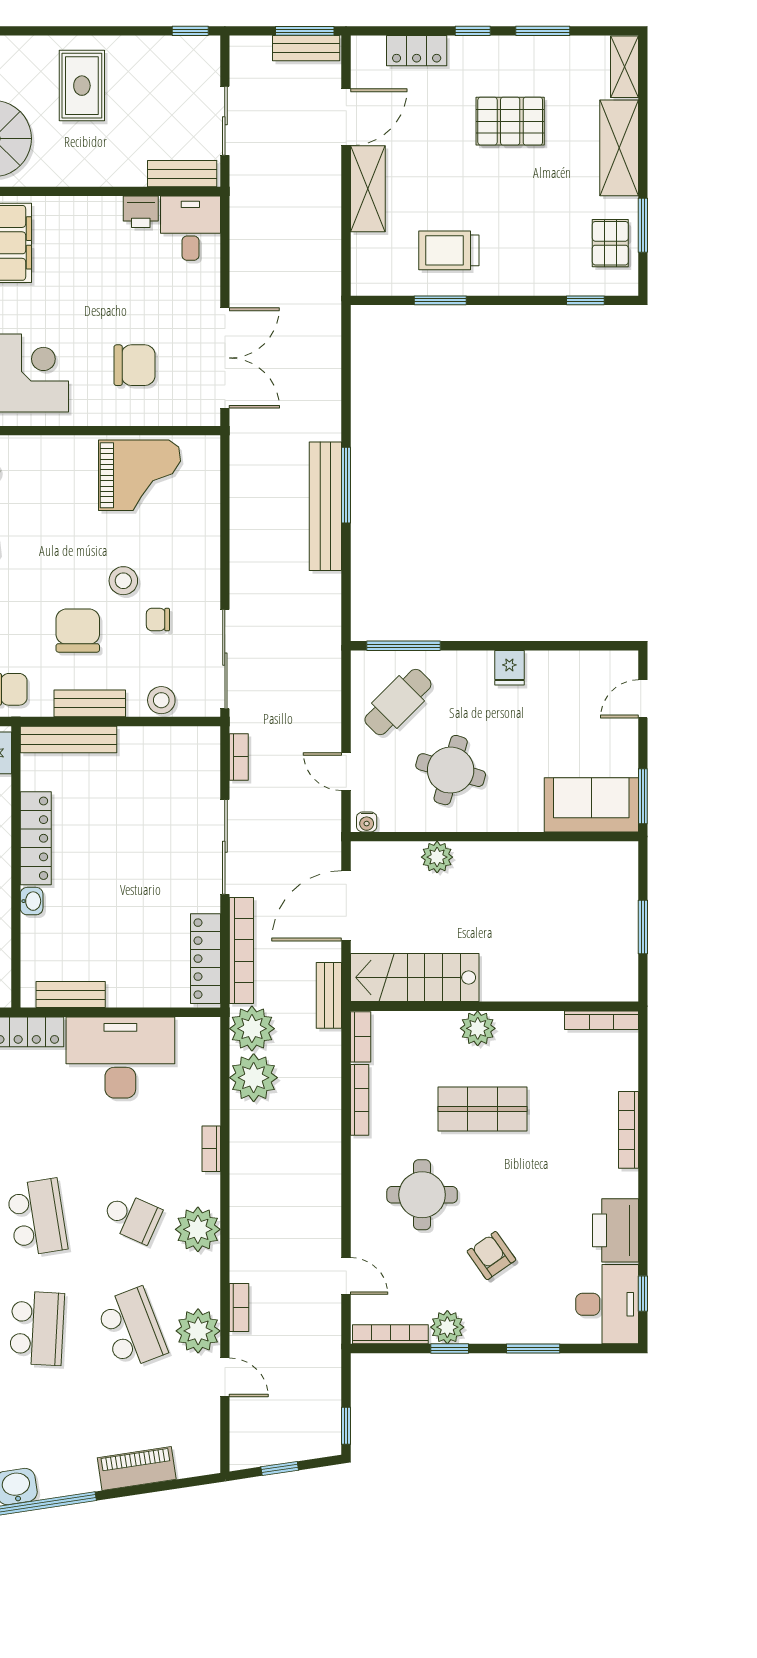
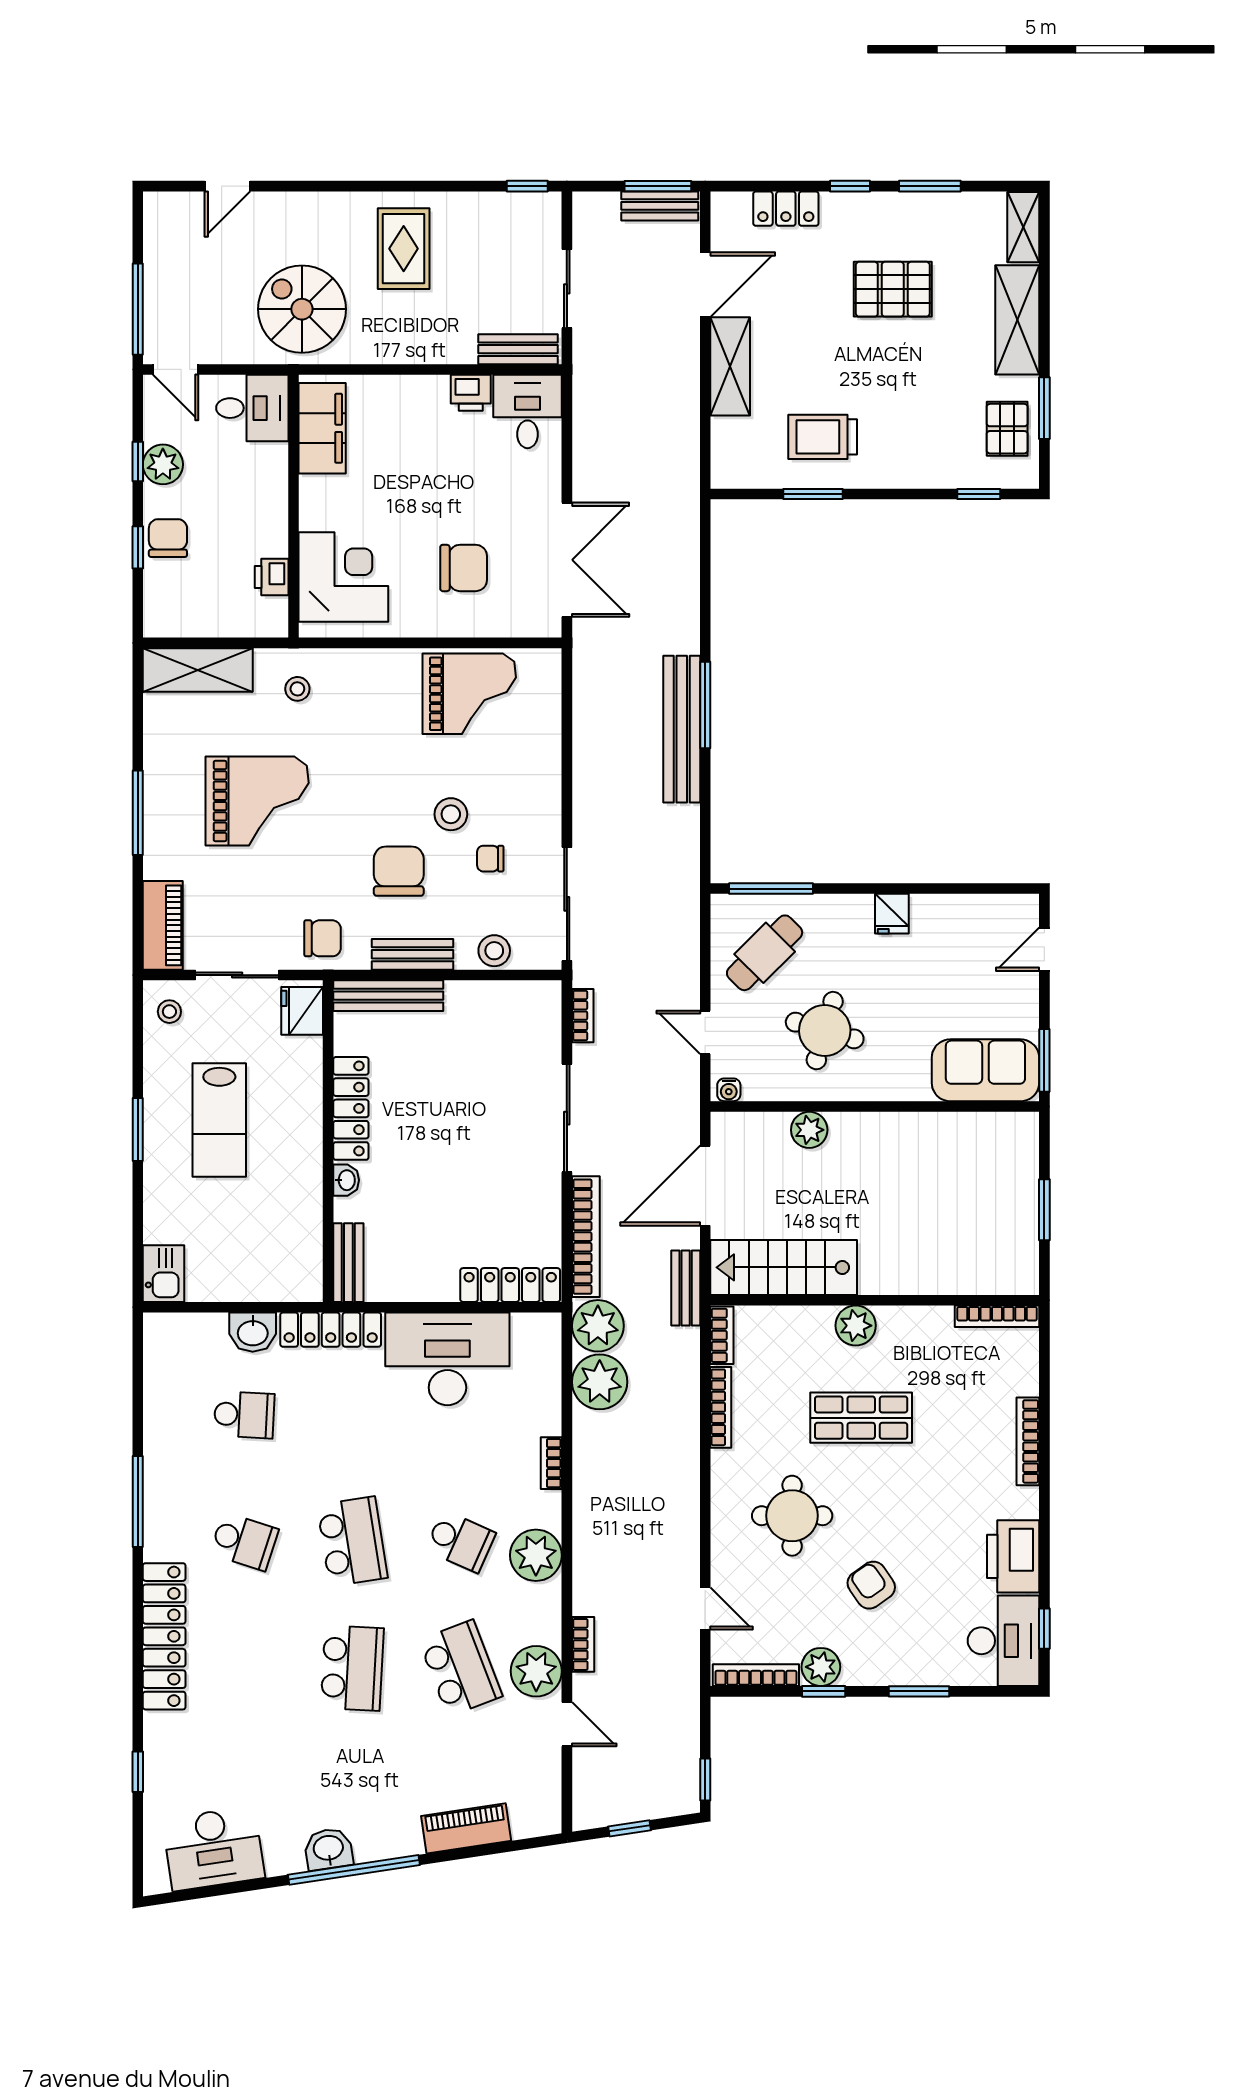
locker: (205, 959) -> (510, 1285), moved, turned 90
bench: (71, 995) -> (348, 1263), moved, turned 90

